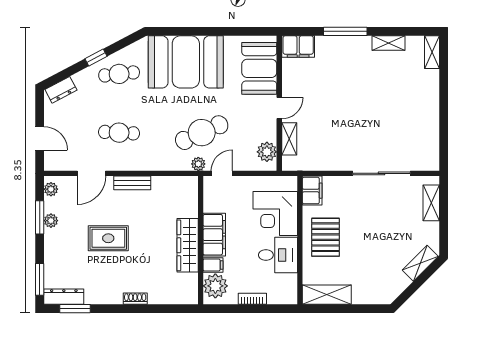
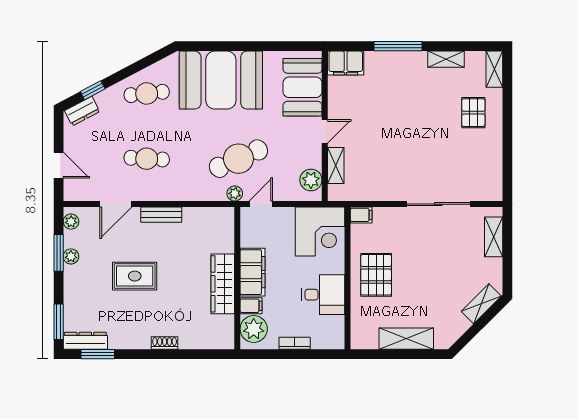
window: (96, 58) -> (93, 90), moved
pallet: (413, 91) -> (473, 113), added
filing cabinet: (312, 191) -> (361, 215), width x0.50
corner desk: (275, 214) -> (320, 231), moved, turned -90
shelving: (327, 295) -> (406, 339), moved

